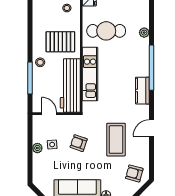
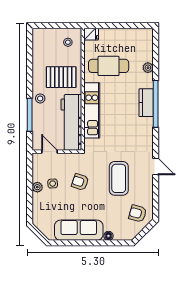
kitchen counter: (142, 91) -> (146, 103), moved
door: (152, 128) -> (156, 166), swing flipped

